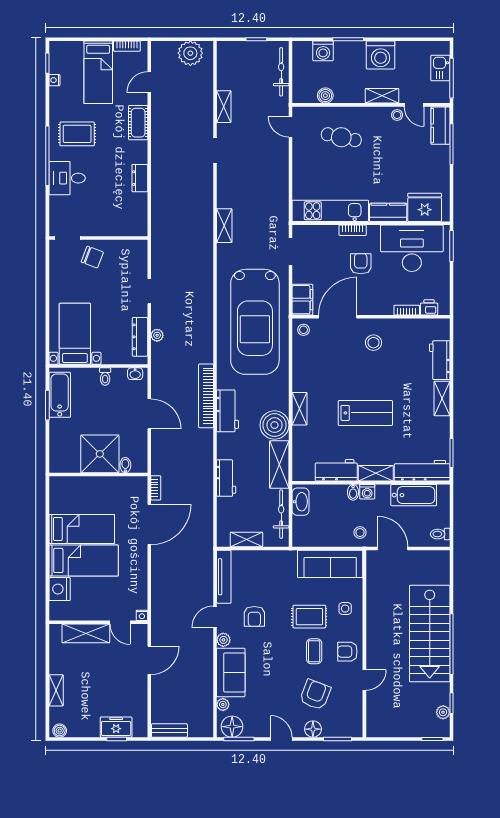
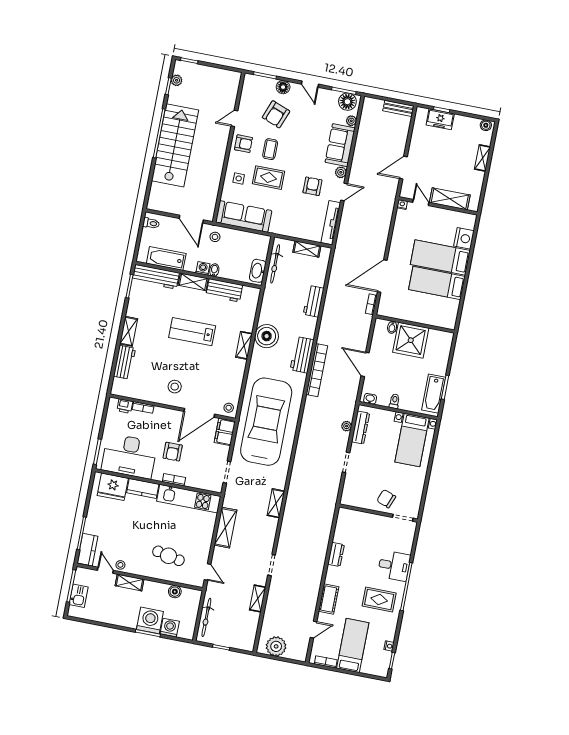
washing machine: (381, 55) -> (150, 620), moved
shelving: (279, 465) -> (225, 528), moved

